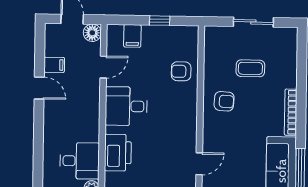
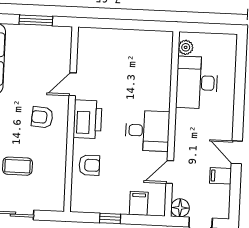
armchair: (224, 101) -> (42, 117), moved
printer: (118, 153) -> (88, 119), moved, turned 180
desk: (80, 161) -> (197, 83), width x1.37
door: (199, 164) -> (73, 84), moved

